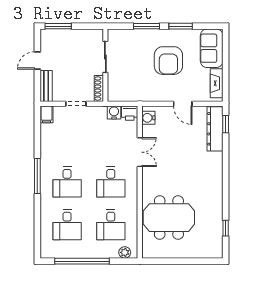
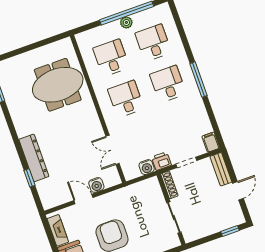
window: (58, 26) -> (230, 231), width x0.67
printer: (130, 113) -> (161, 161), moved
water cooler: (148, 118) -> (96, 185), moved, turned 90
window: (226, 124) -> (29, 178), moved
dresser: (215, 129) -> (34, 158), moved
double door: (140, 152) -> (113, 150), moved
plant: (125, 252) -> (126, 22), moved

